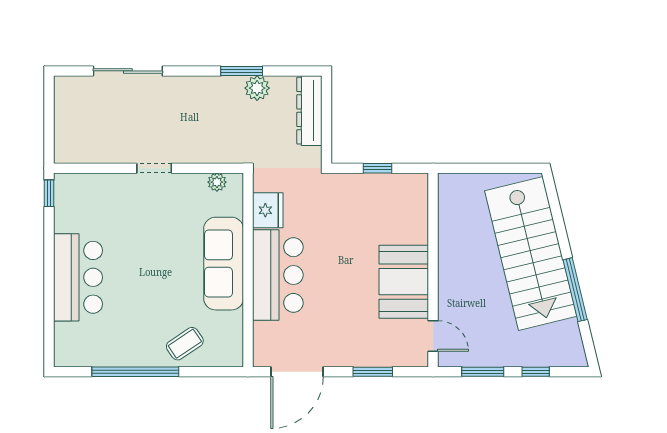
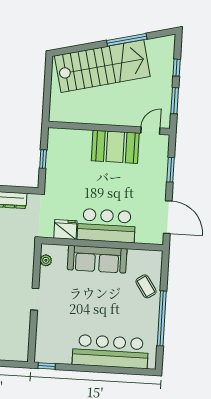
bar counter: (78, 277) -> (110, 352), width x1.36

